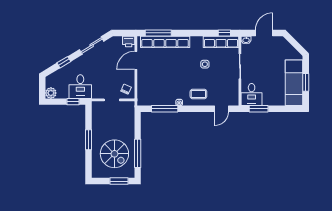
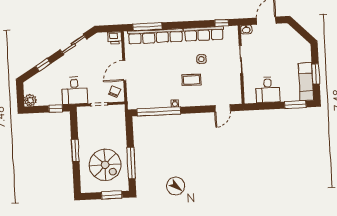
row of seats: (221, 42) -> (204, 34), moved
door: (136, 60) -> (124, 71), moved
exam couch: (294, 83) -> (306, 82), width x0.73, depth x0.69
desk: (80, 87) -> (74, 91), moved
coffee table: (198, 94) -> (191, 80), moved
desk: (252, 95) -> (268, 90), moved
window: (165, 109) -> (159, 111), width x1.46
window: (259, 109) -> (295, 105), moved

